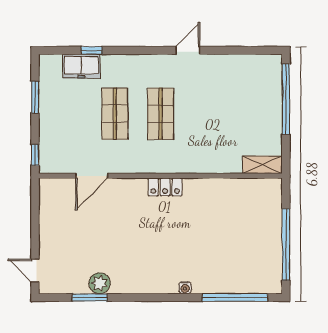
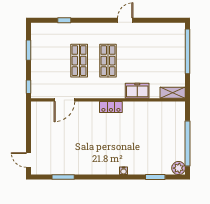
freezer: (81, 66) -> (137, 91), moved, turned 180
plant: (100, 283) -> (178, 168), moved
window: (235, 297) -> (155, 177), width x0.47

